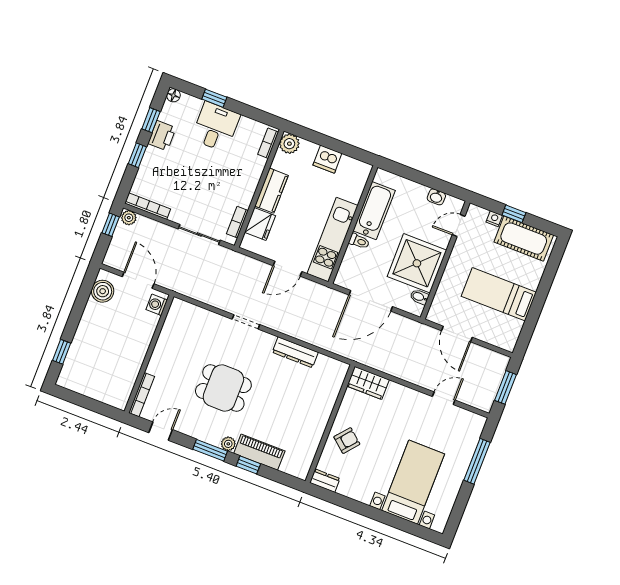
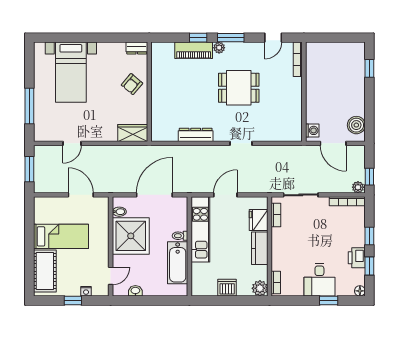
cot: (524, 239) -> (45, 271), moved, turned 90

